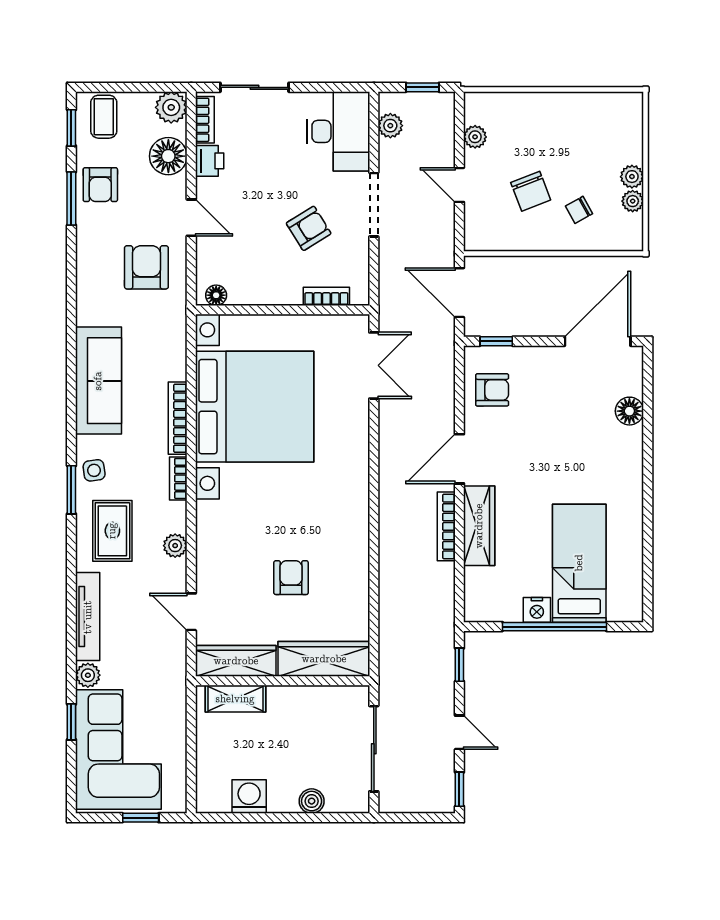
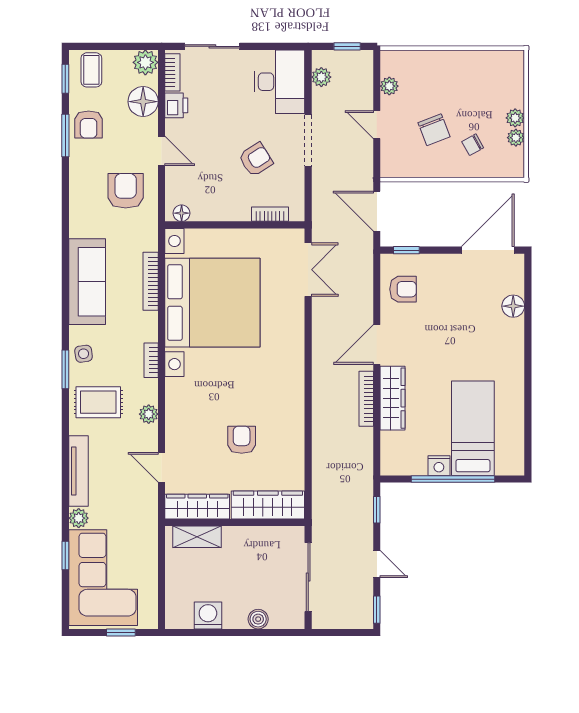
bookcase: (178, 418) -> (151, 281), moved
rug: (112, 531) -> (98, 402), turned 90

